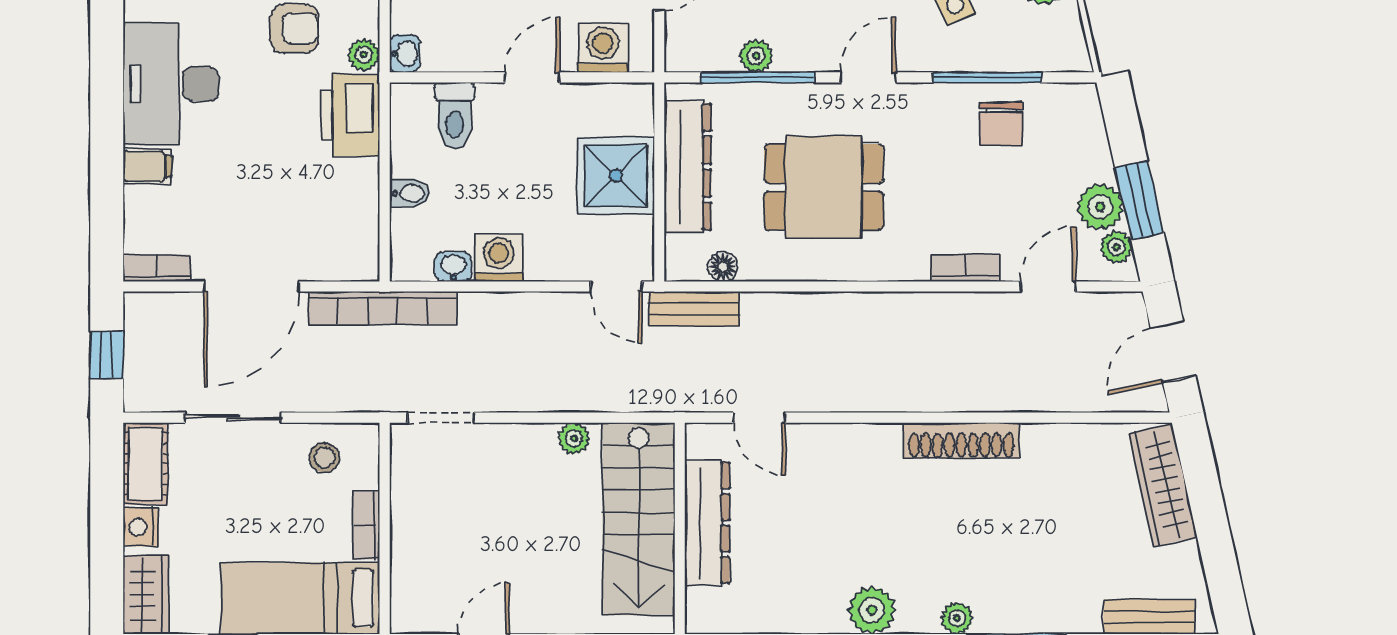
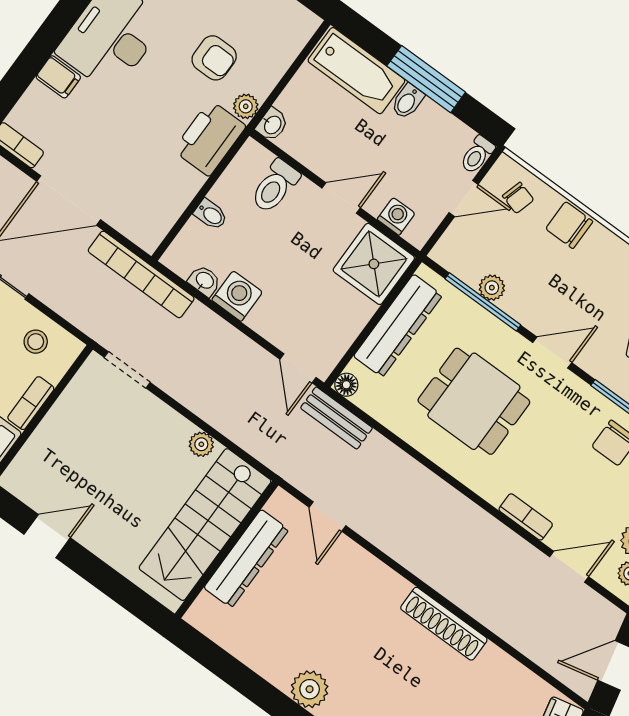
washing machine: (603, 48) -> (396, 216), width x0.73, depth x0.73
shower: (616, 176) -> (374, 264), moved
floor lamp: (723, 267) -> (346, 385), moved

